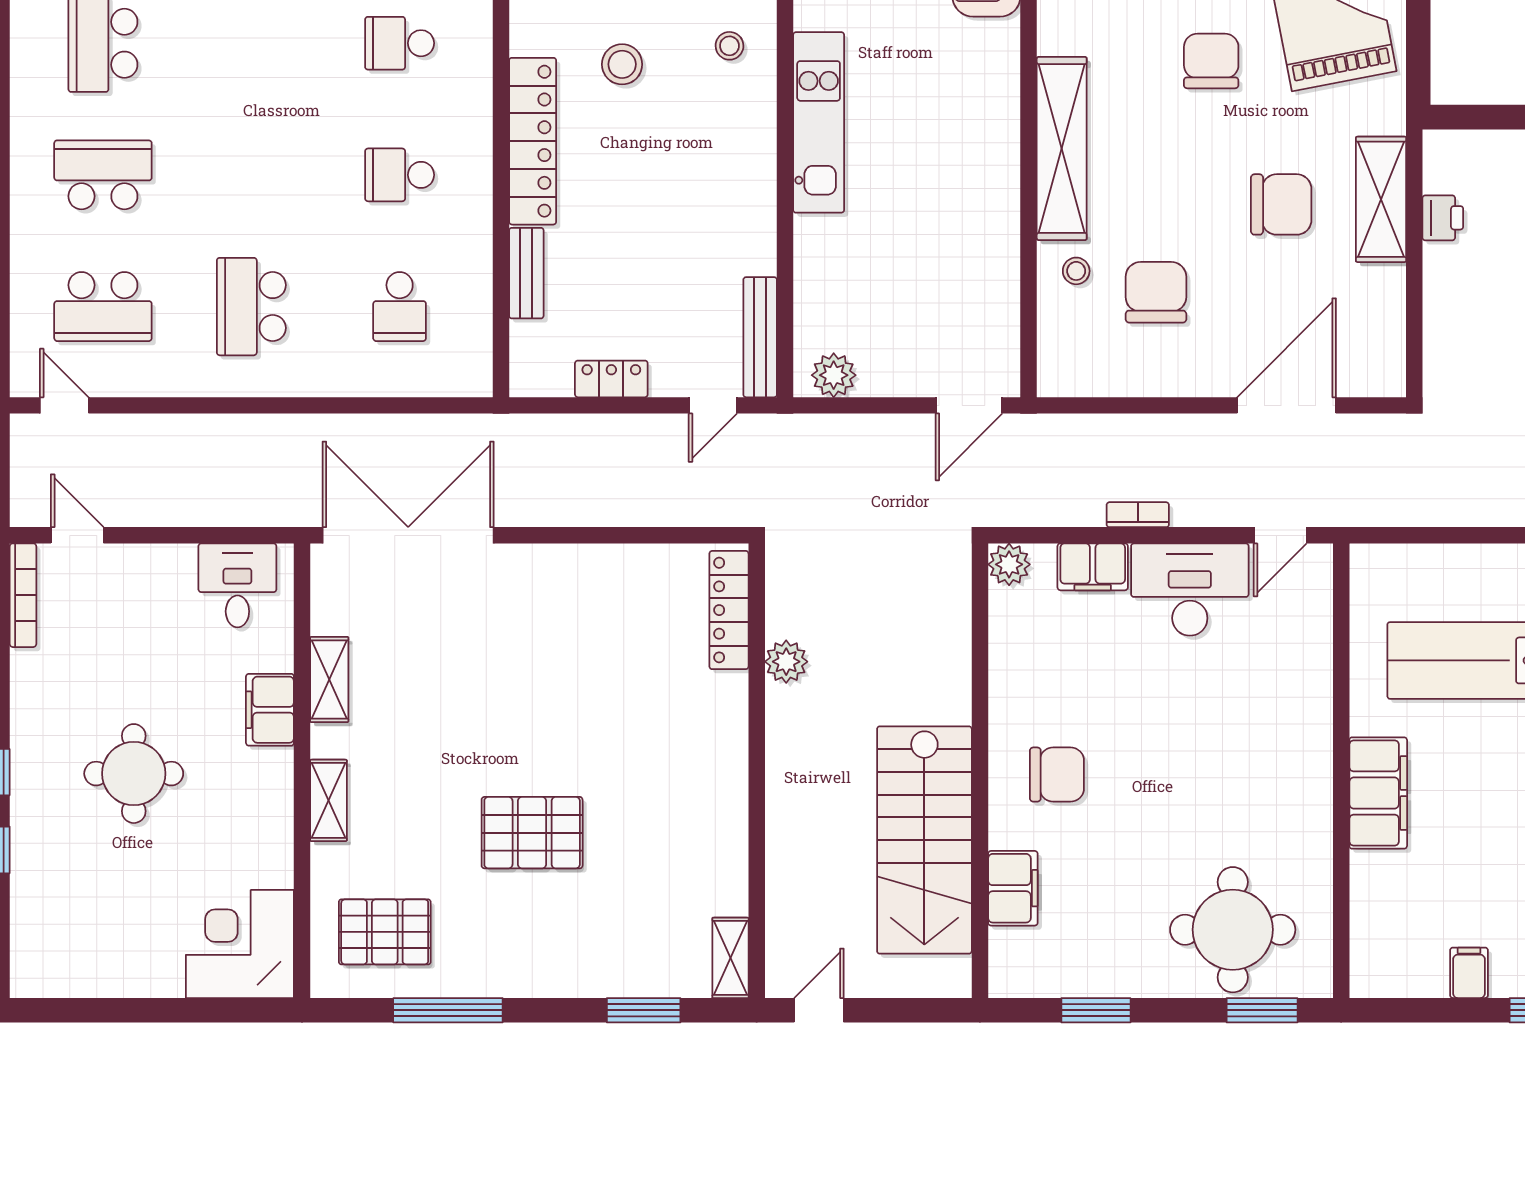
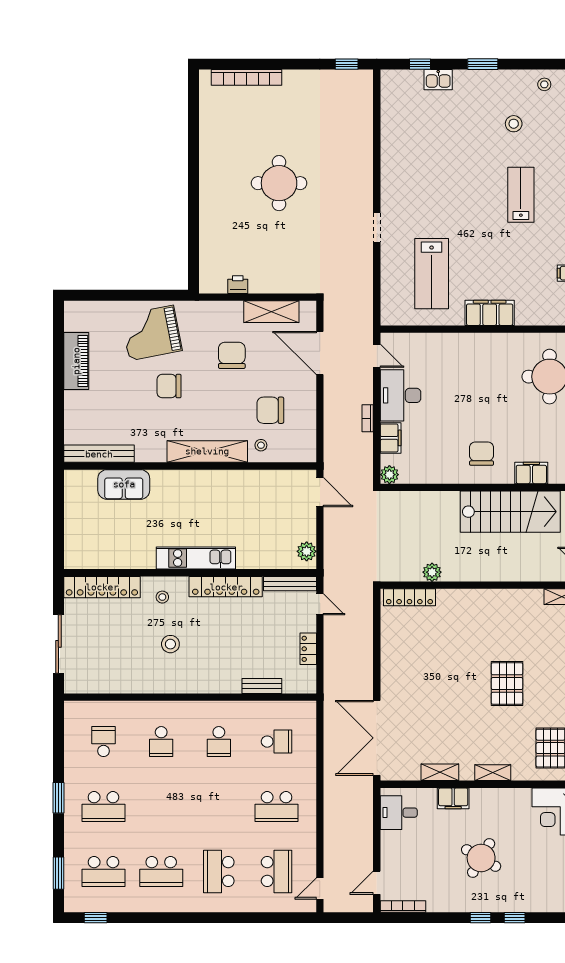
locker: (533, 141) -> (226, 587), moved, turned 180
shelving: (1381, 199) -> (271, 312), moved
round table: (134, 774) -> (481, 858), turned 30

